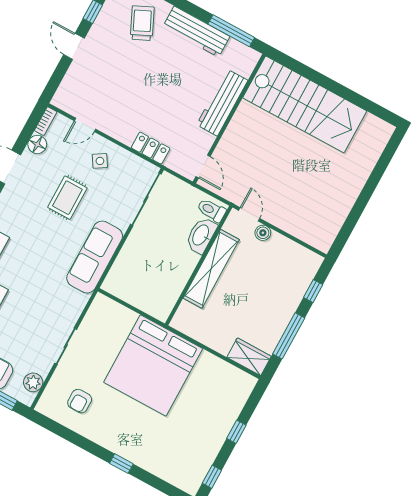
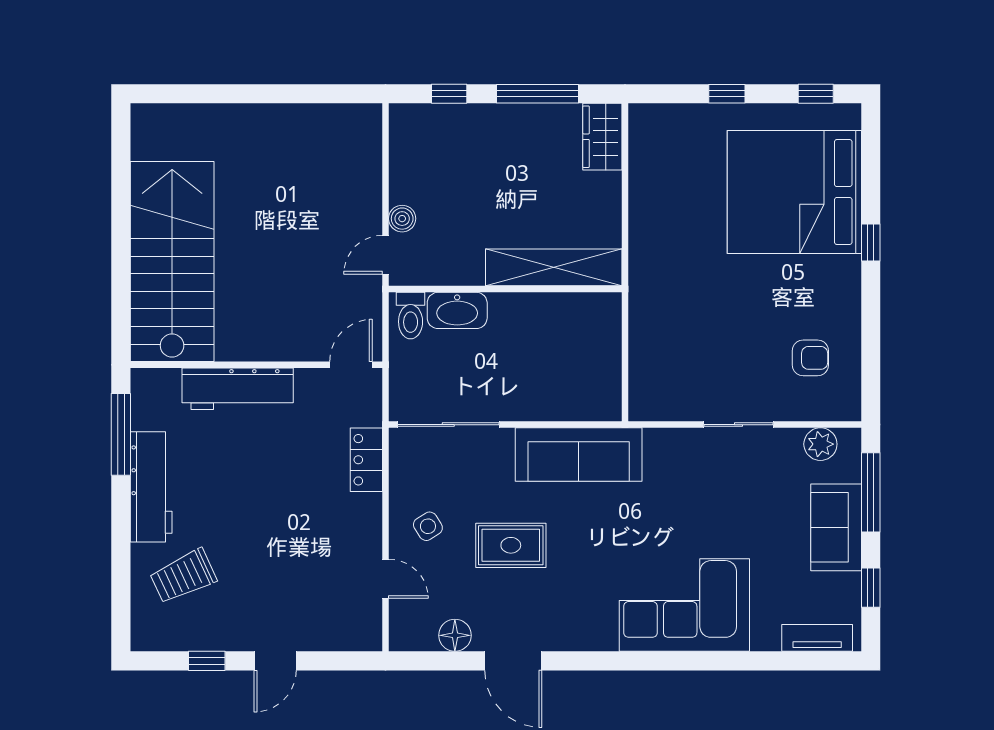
bookcase: (46, 121) -> (413, 642), removed
shelving: (211, 269) -> (554, 267), moved
bed: (153, 366) -> (794, 192), moved, turned 180

